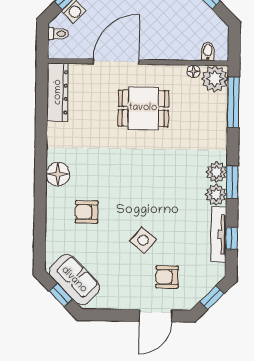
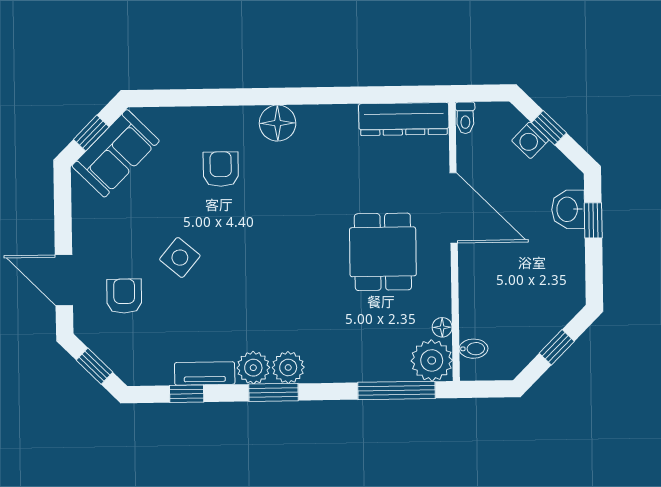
toilet: (58, 34) -> (465, 118), moved
tv unit: (219, 234) -> (205, 373), width x0.71

